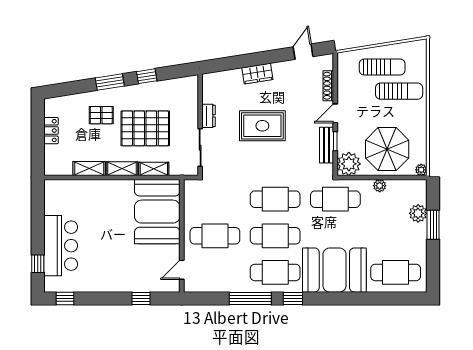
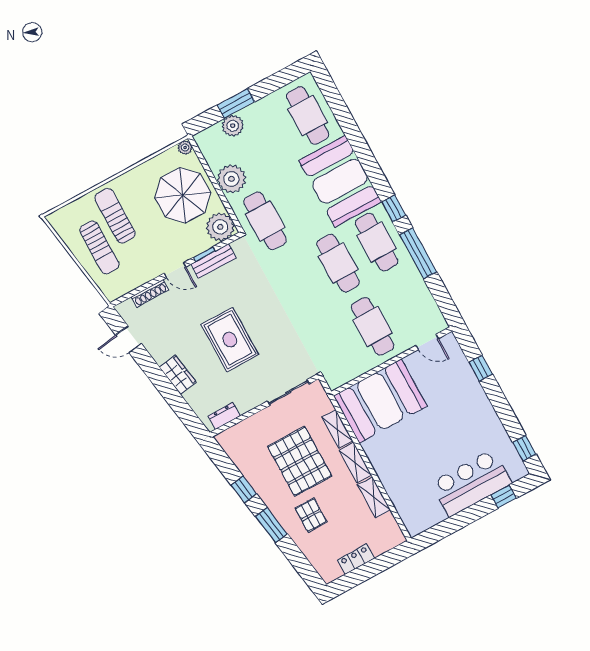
sun lounger: (382, 67) -> (99, 247), turned 180
dresser: (209, 116) -> (224, 416), moved
plant: (380, 186) -> (231, 179), width x1.88, depth x1.88
cafe table: (275, 199) -> (300, 284), removed

